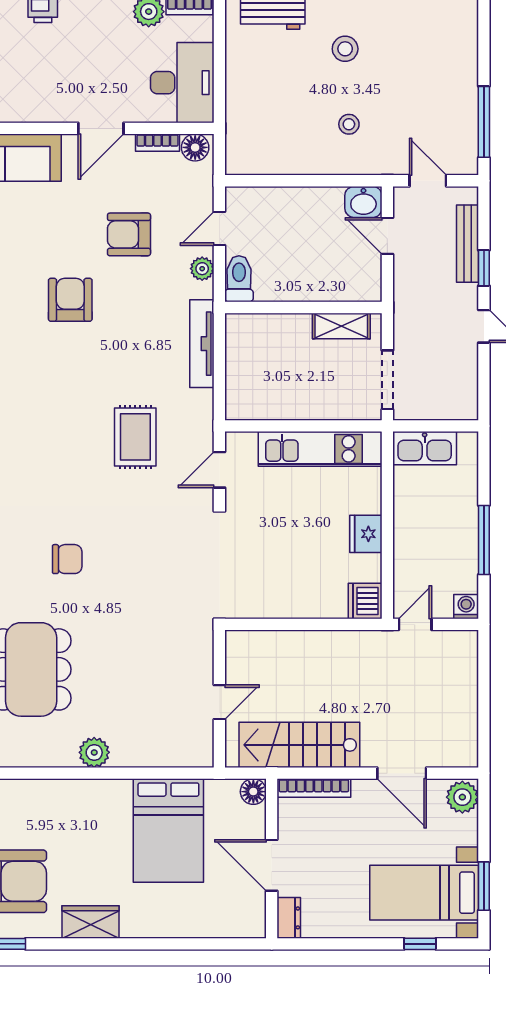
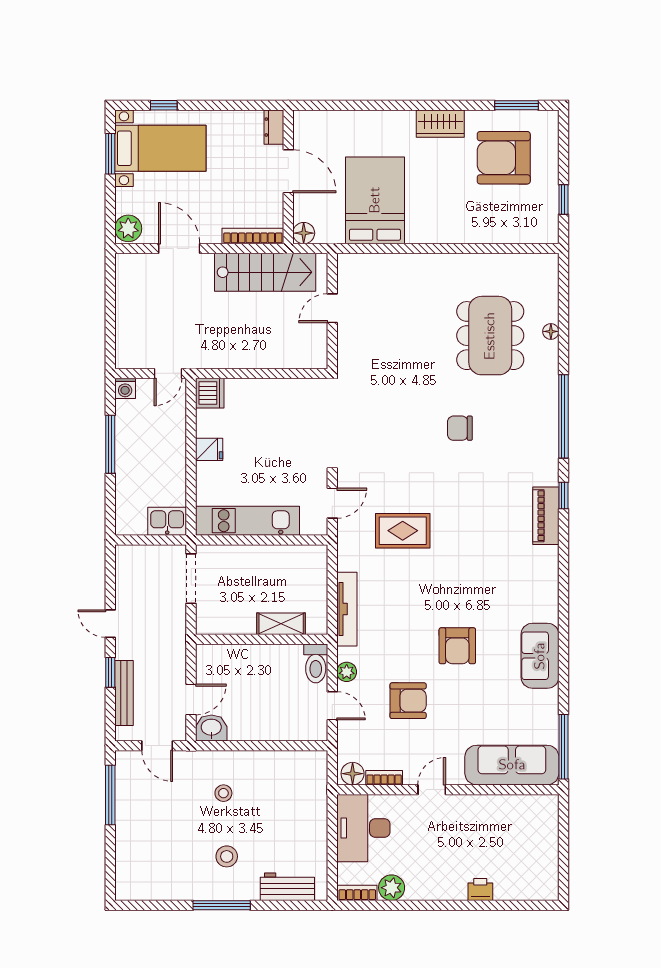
door: (101, 128) -> (432, 790), width x0.73
door: (219, 228) -> (332, 706), hinge flipped
door: (387, 236) -> (191, 699), hinge flipped
shelving: (341, 326) -> (281, 624), moved
rug: (135, 437) -> (403, 531), turned 90
kitchen sink: (425, 448) -> (167, 521), width x0.73
fridge: (366, 534) -> (209, 449), width x0.72
plant: (94, 752) -> (437, 266), removed

